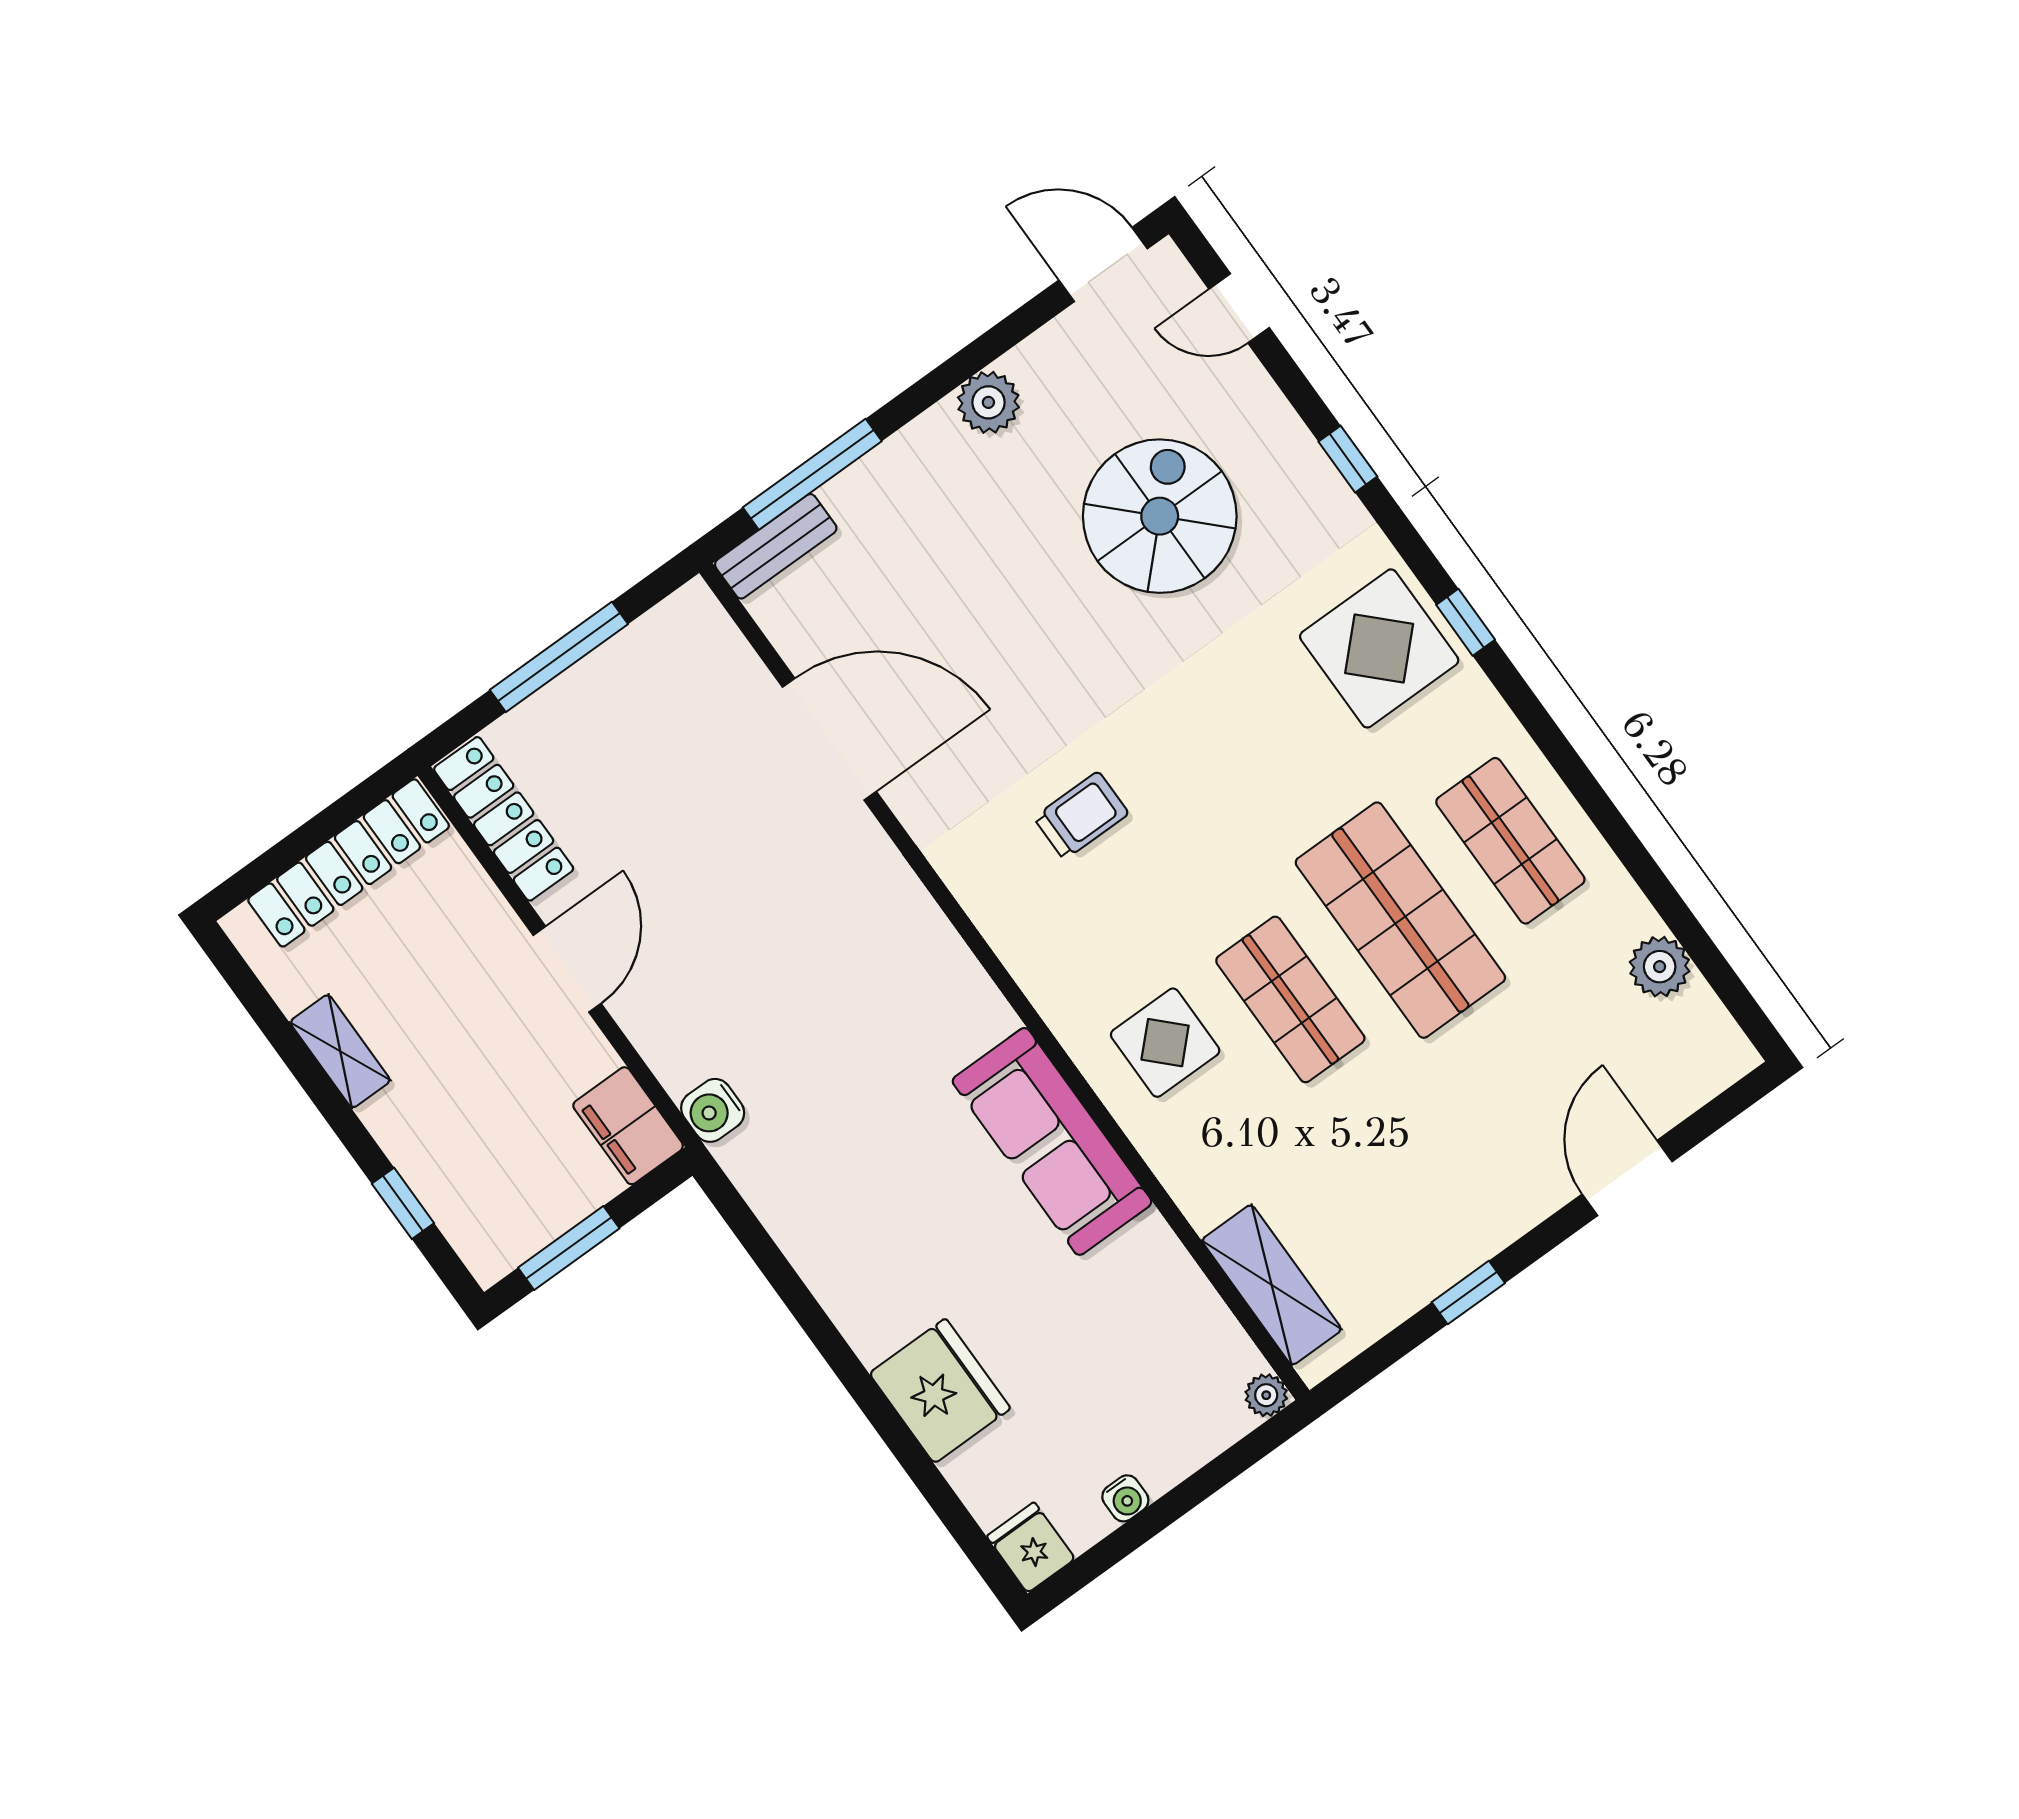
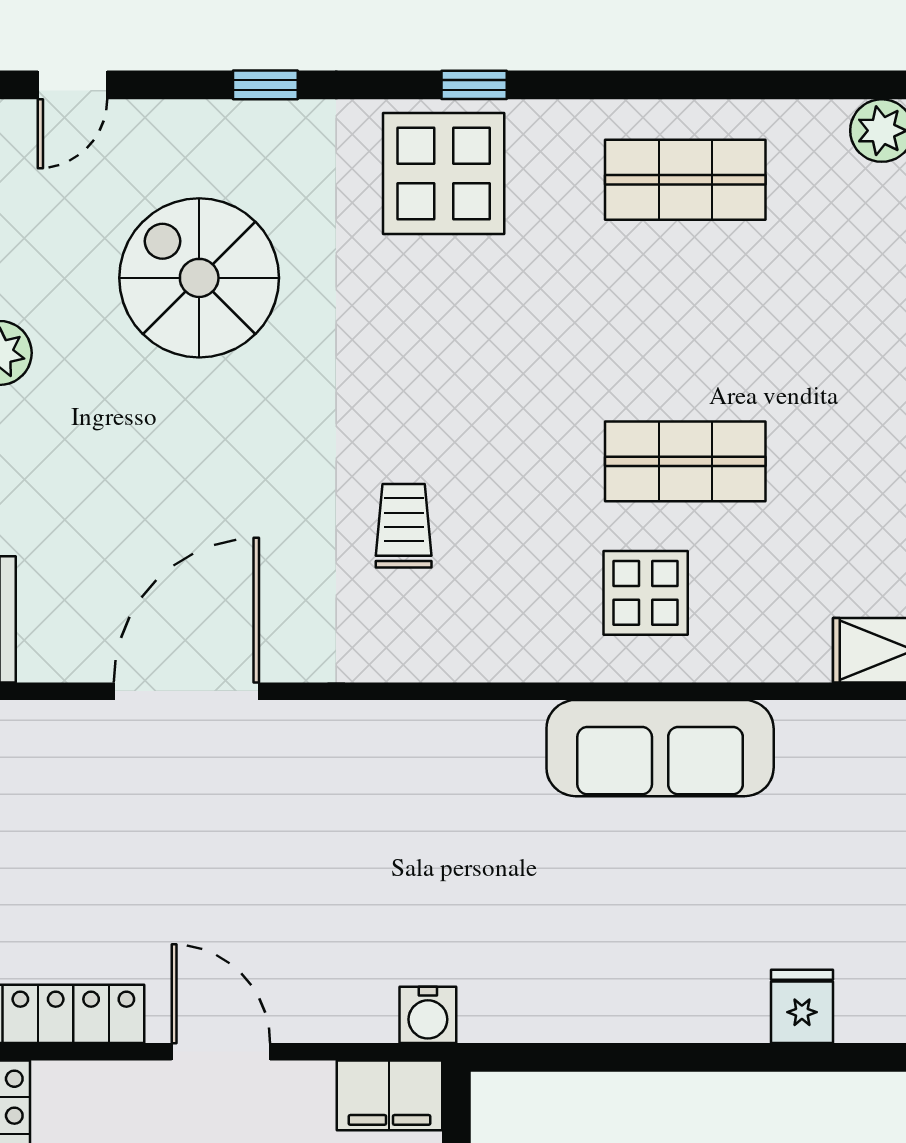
shop shelf: (1400, 920) -> (685, 321), removed
fridge: (940, 1391) -> (802, 1006), width x0.53, depth x0.75

